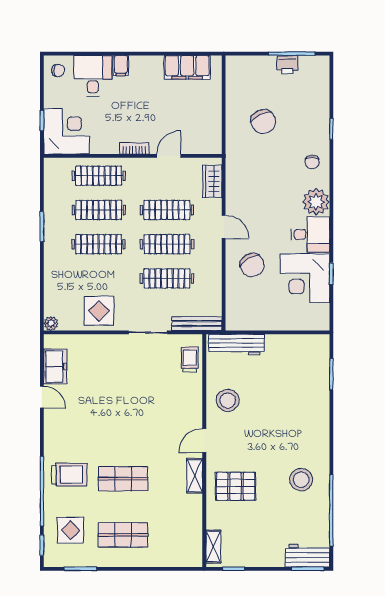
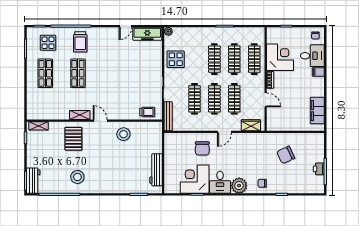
corner desk: (67, 131) -> (280, 57), moved, turned -90
chair: (252, 265) -> (202, 148), turned -58
workbench: (237, 345) -> (156, 170), moved
freezer: (55, 367) -> (147, 34), width x1.40

